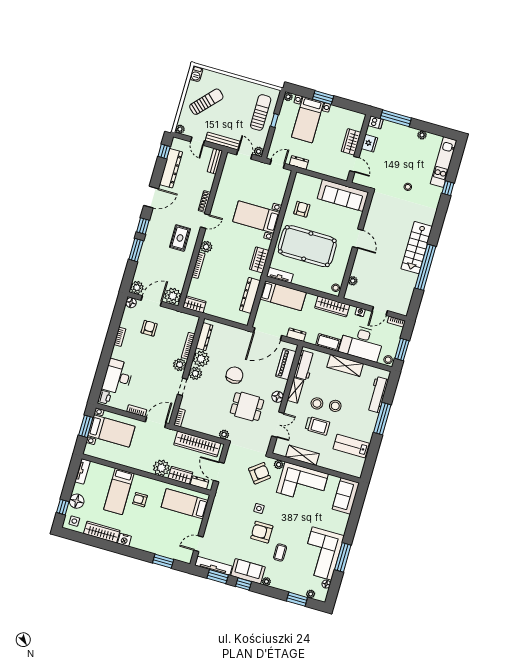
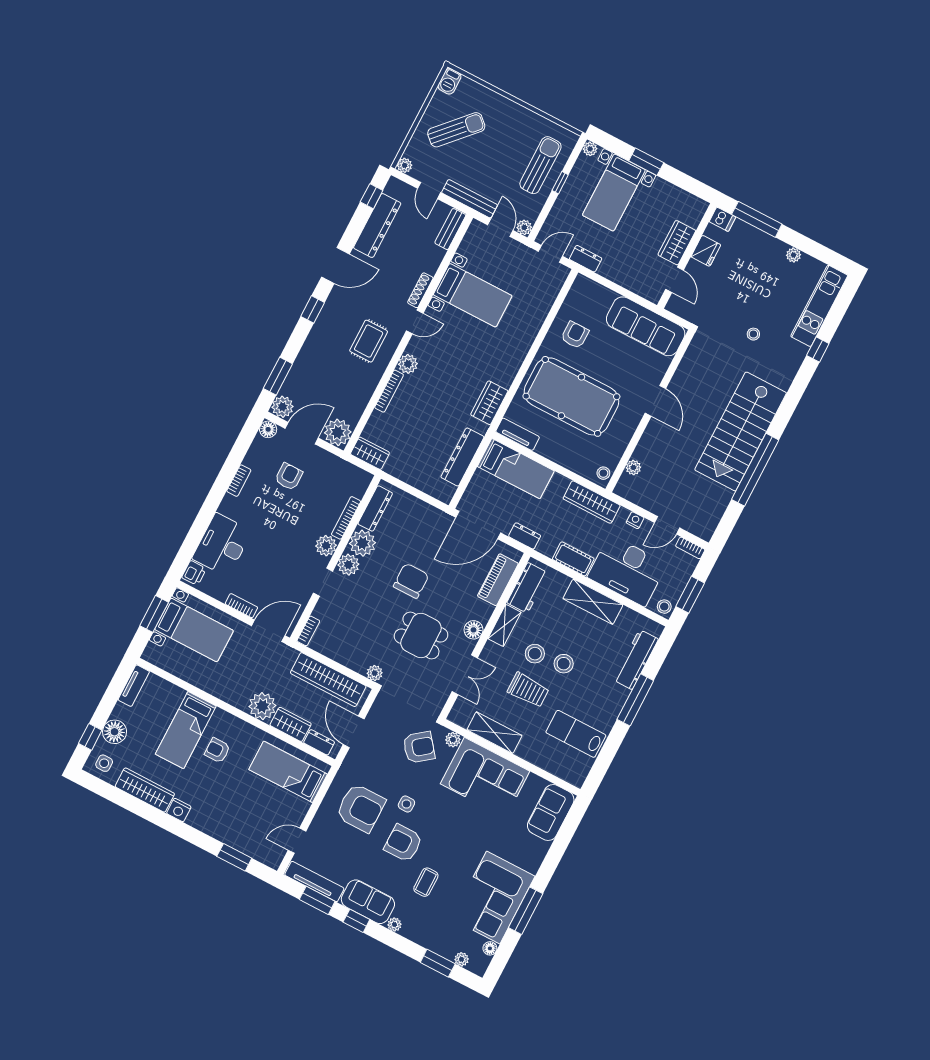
bed with nightstands: (256, 217) -> (473, 295), moved, turned 180
stairs: (417, 248) -> (741, 431), width x1.36, depth x1.51
window: (136, 250) -> (278, 376), moved
armchair: (232, 516) -> (361, 808), added

